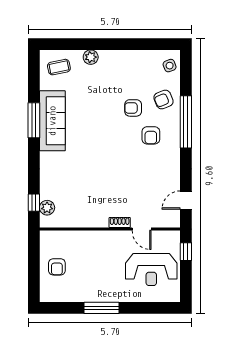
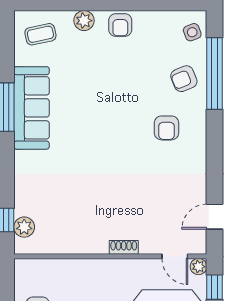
armchair: (133, 108) -> (120, 25), moved, turned -90
window: (186, 122) -> (215, 74), moved
door: (142, 229) -> (175, 256), moved
plant: (174, 236) -> (199, 267), added

